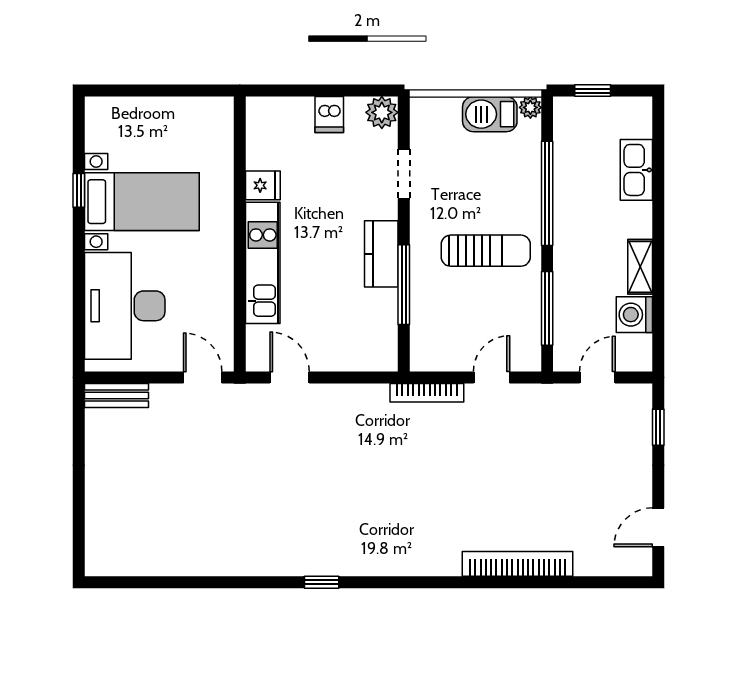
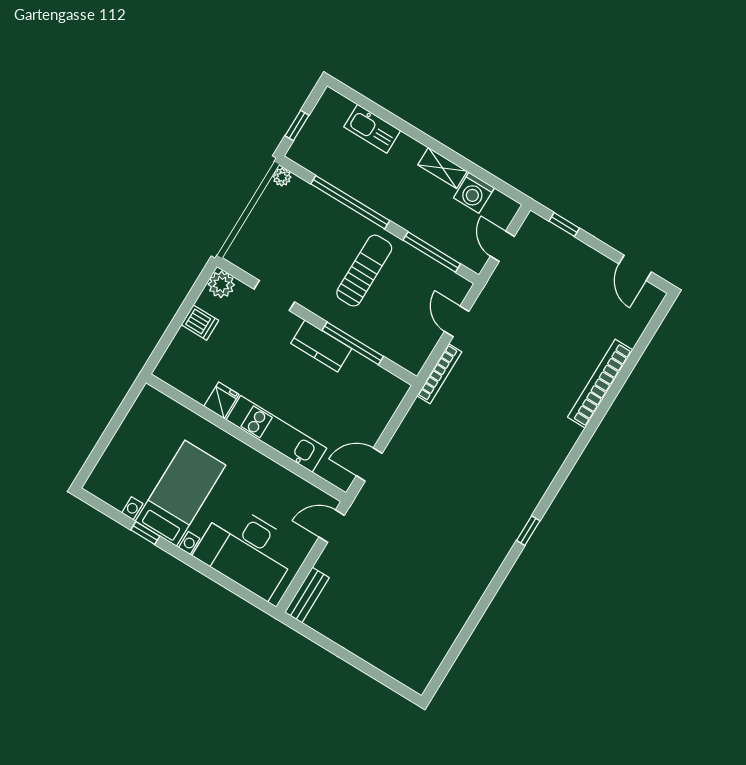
barbecue: (490, 114) -> (269, 209), removed

